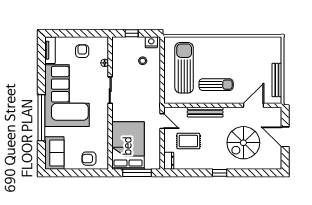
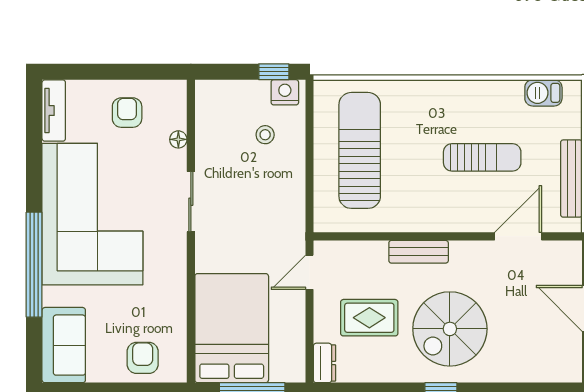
window: (132, 33) -> (274, 72), moved
barbecue: (265, 42) -> (543, 93), added
sun lounger: (216, 85) -> (482, 157), moved
bench: (205, 112) -> (419, 252), width x0.73
door: (162, 121) -> (309, 272), swing flipped
spiral stairs: (243, 143) -> (450, 329), moved
armchair: (89, 159) -> (143, 358), turned 90

